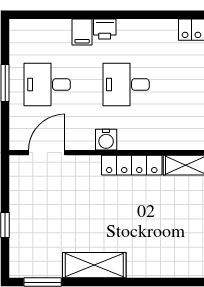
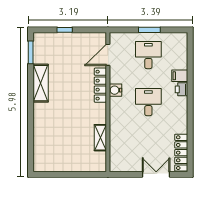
door: (47, 153) -> (108, 55), swing flipped
locker: (132, 165) -> (100, 85), moved

